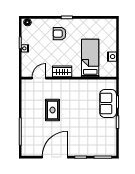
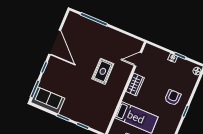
door: (39, 78) -> (138, 59), swing flipped
sofa: (108, 104) -> (48, 100), moved
rug: (53, 110) -> (103, 71), moved, turned 90

